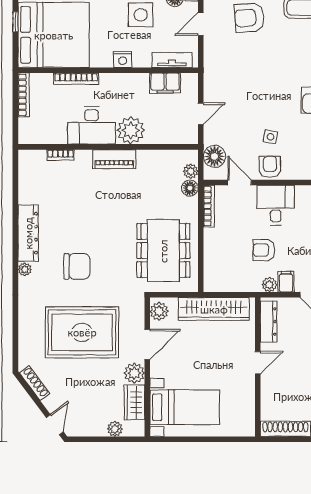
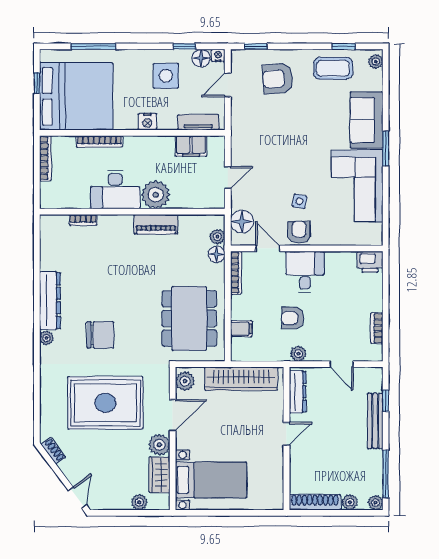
piano: (114, 159) -> (156, 224), moved
filing cabinet: (286, 282) -> (241, 329), moved, turned 90
shoe rack: (34, 383) -> (53, 451), width x0.70

